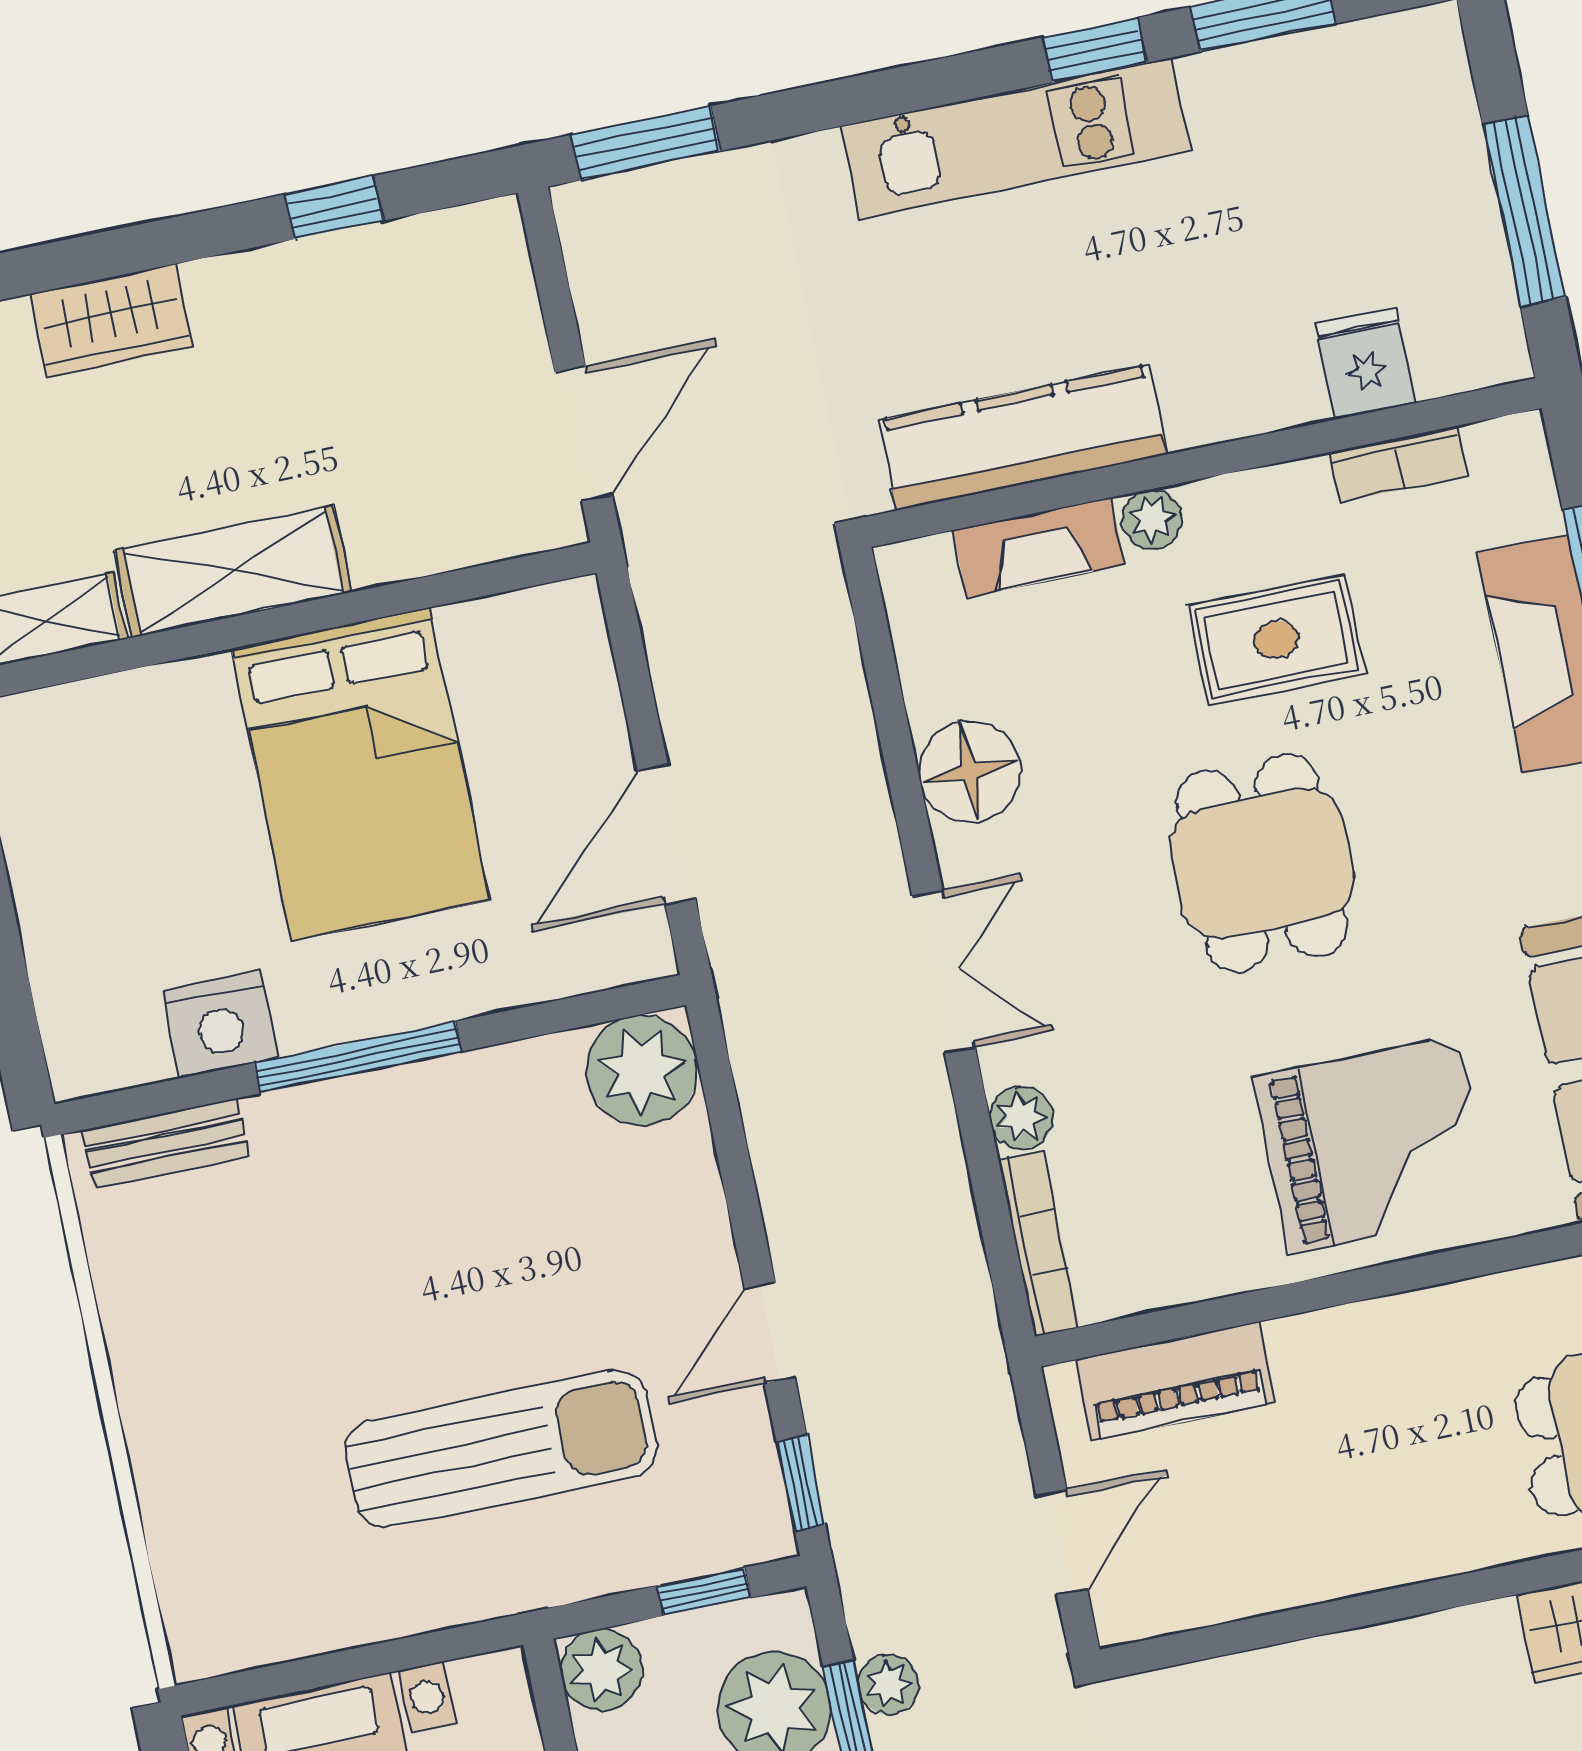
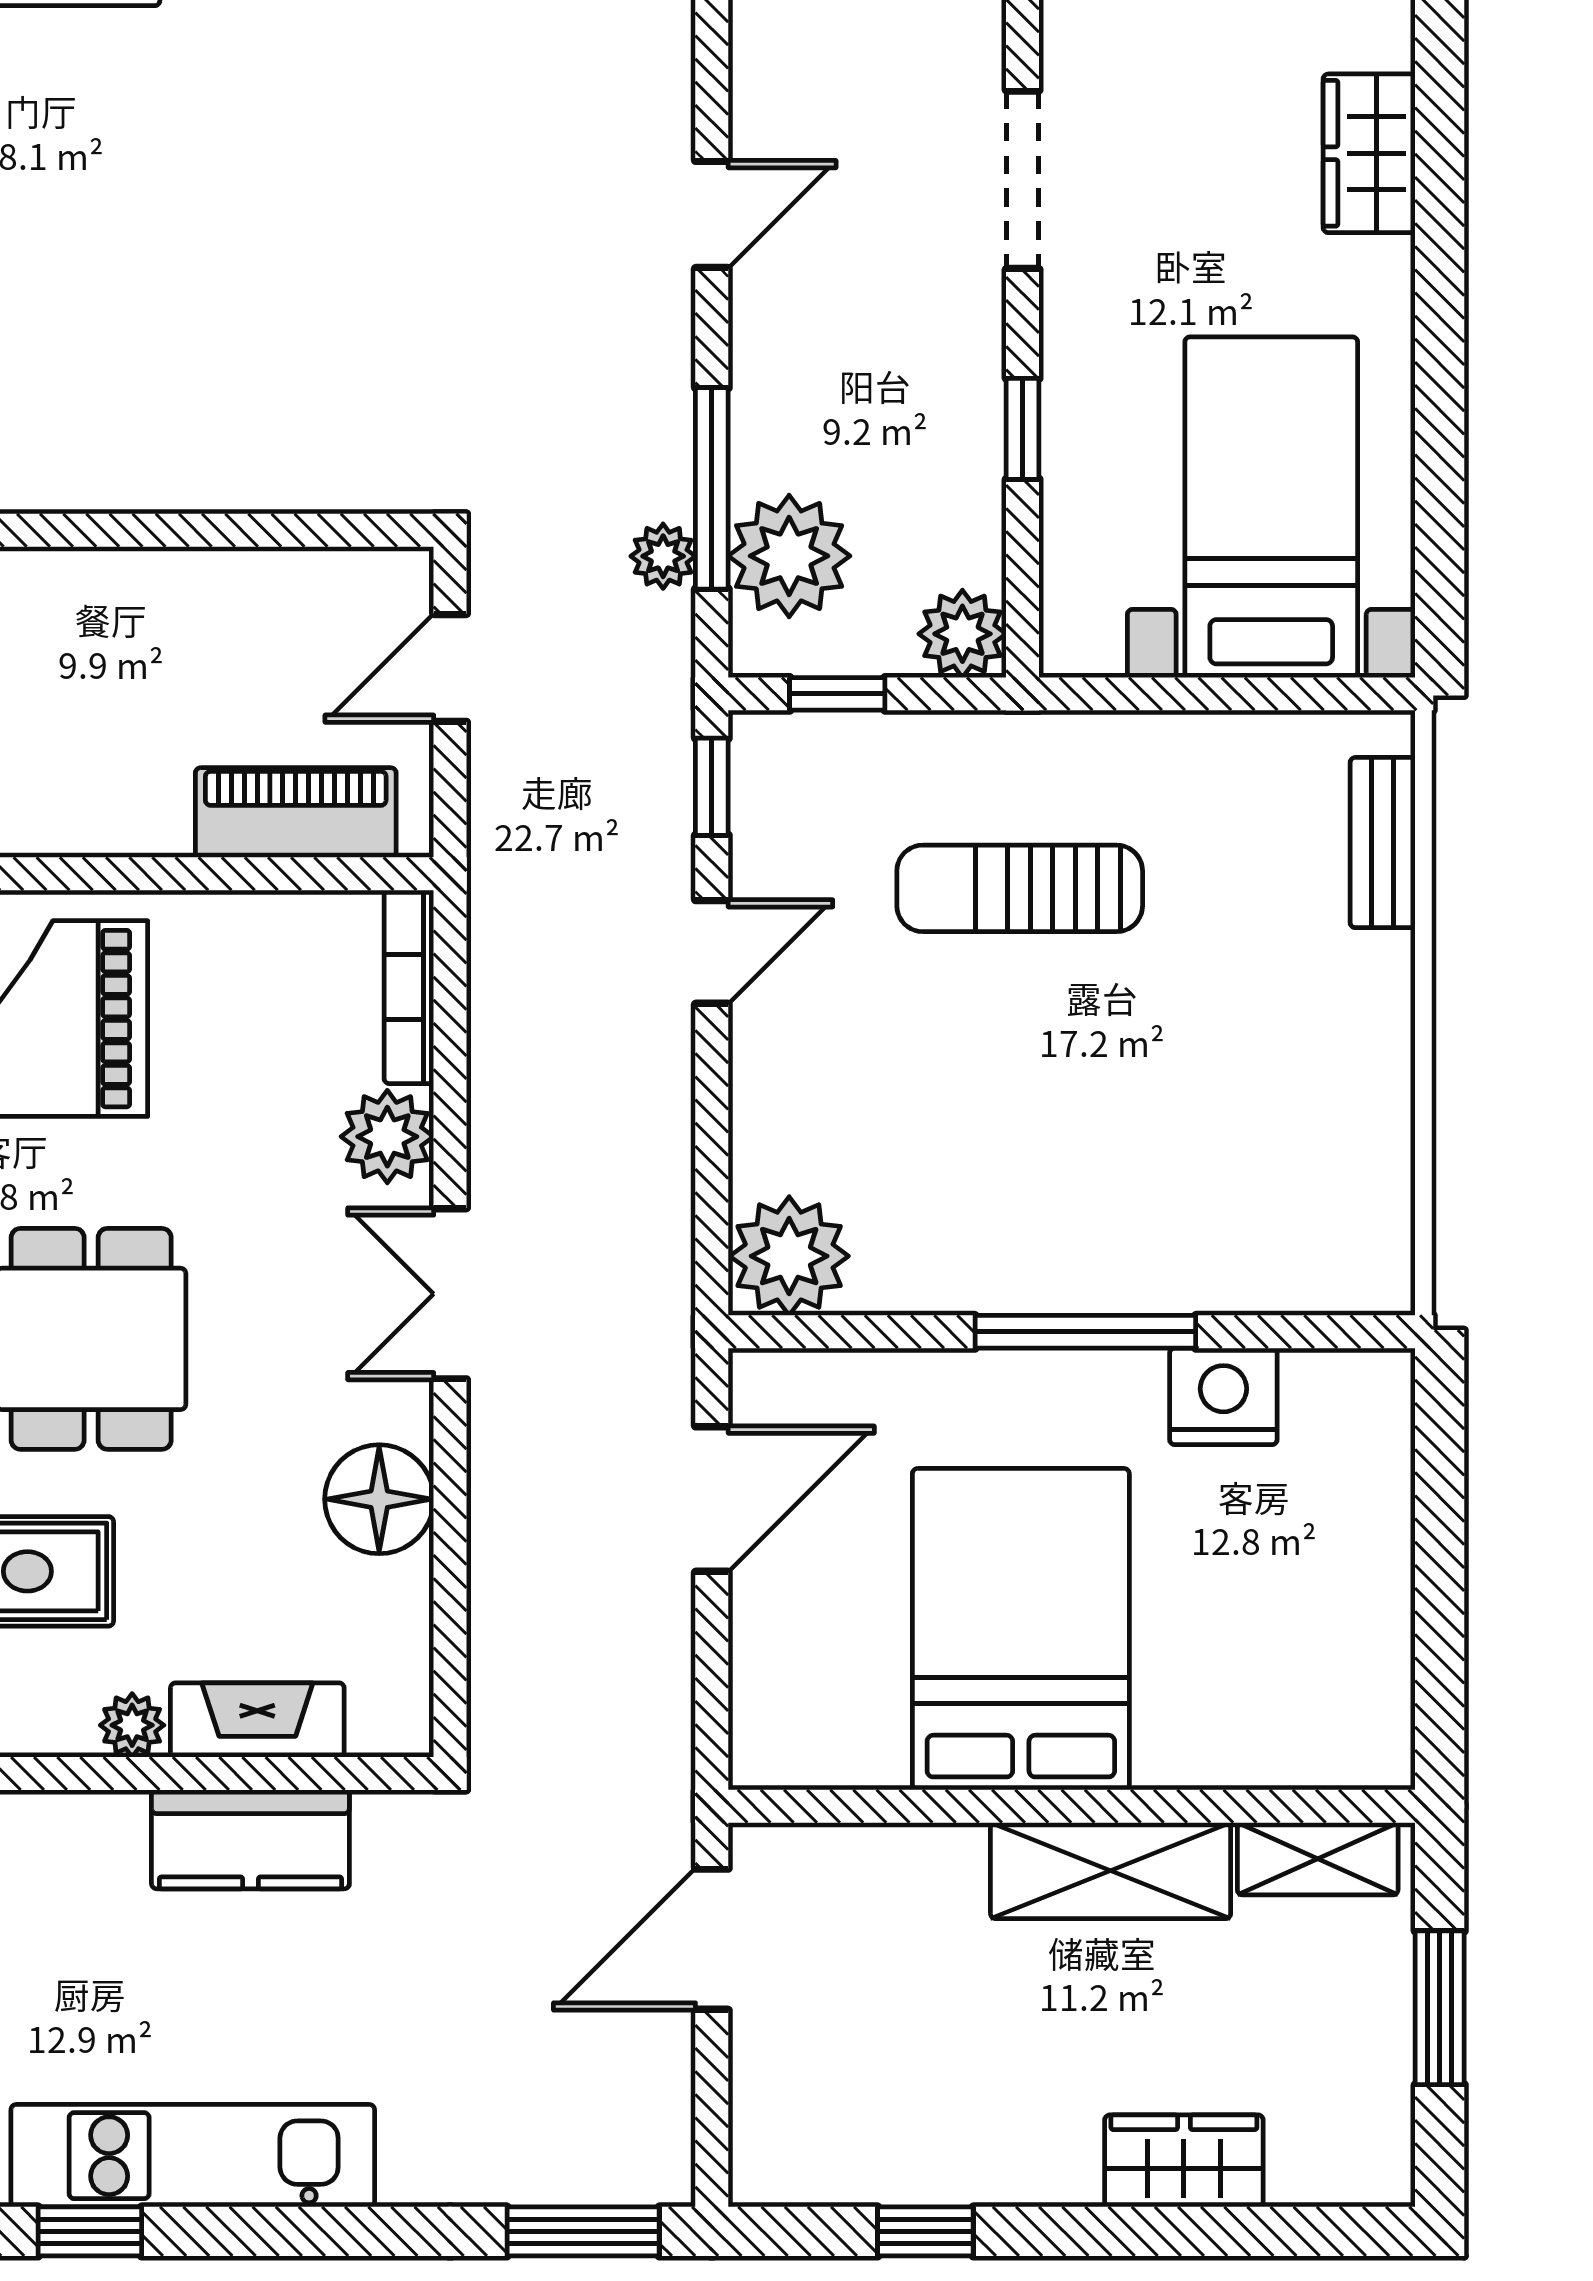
kitchen counter: (1023, 437) -> (250, 1839), width x0.67
plant: (1021, 1117) -> (387, 1137), width x1.38, depth x1.38
bench: (166, 1143) -> (1383, 843), moved, turned 90
sun lounger: (501, 1449) -> (1020, 888), width x0.73, depth x0.75

